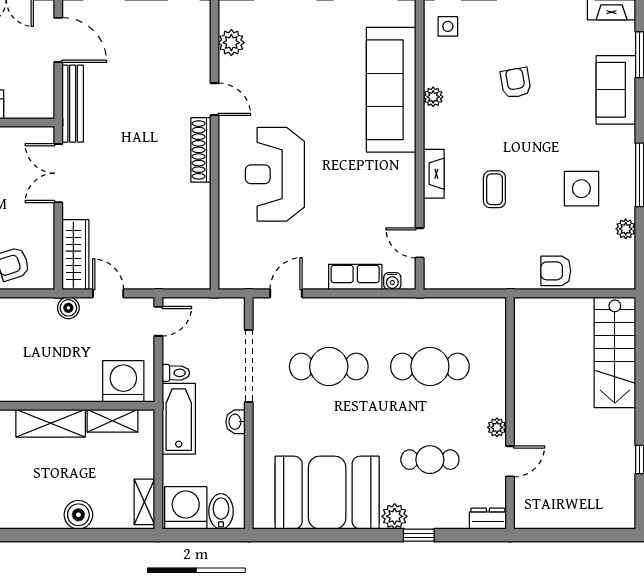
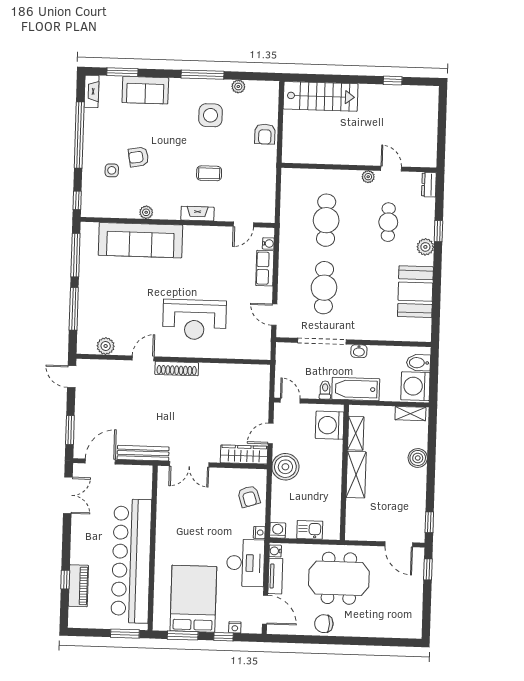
side table: (448, 26) -> (112, 170), moved
boiler: (68, 308) -> (285, 467), width x1.86, depth x1.86
booth: (327, 493) -> (415, 292), width x0.73, depth x0.70

